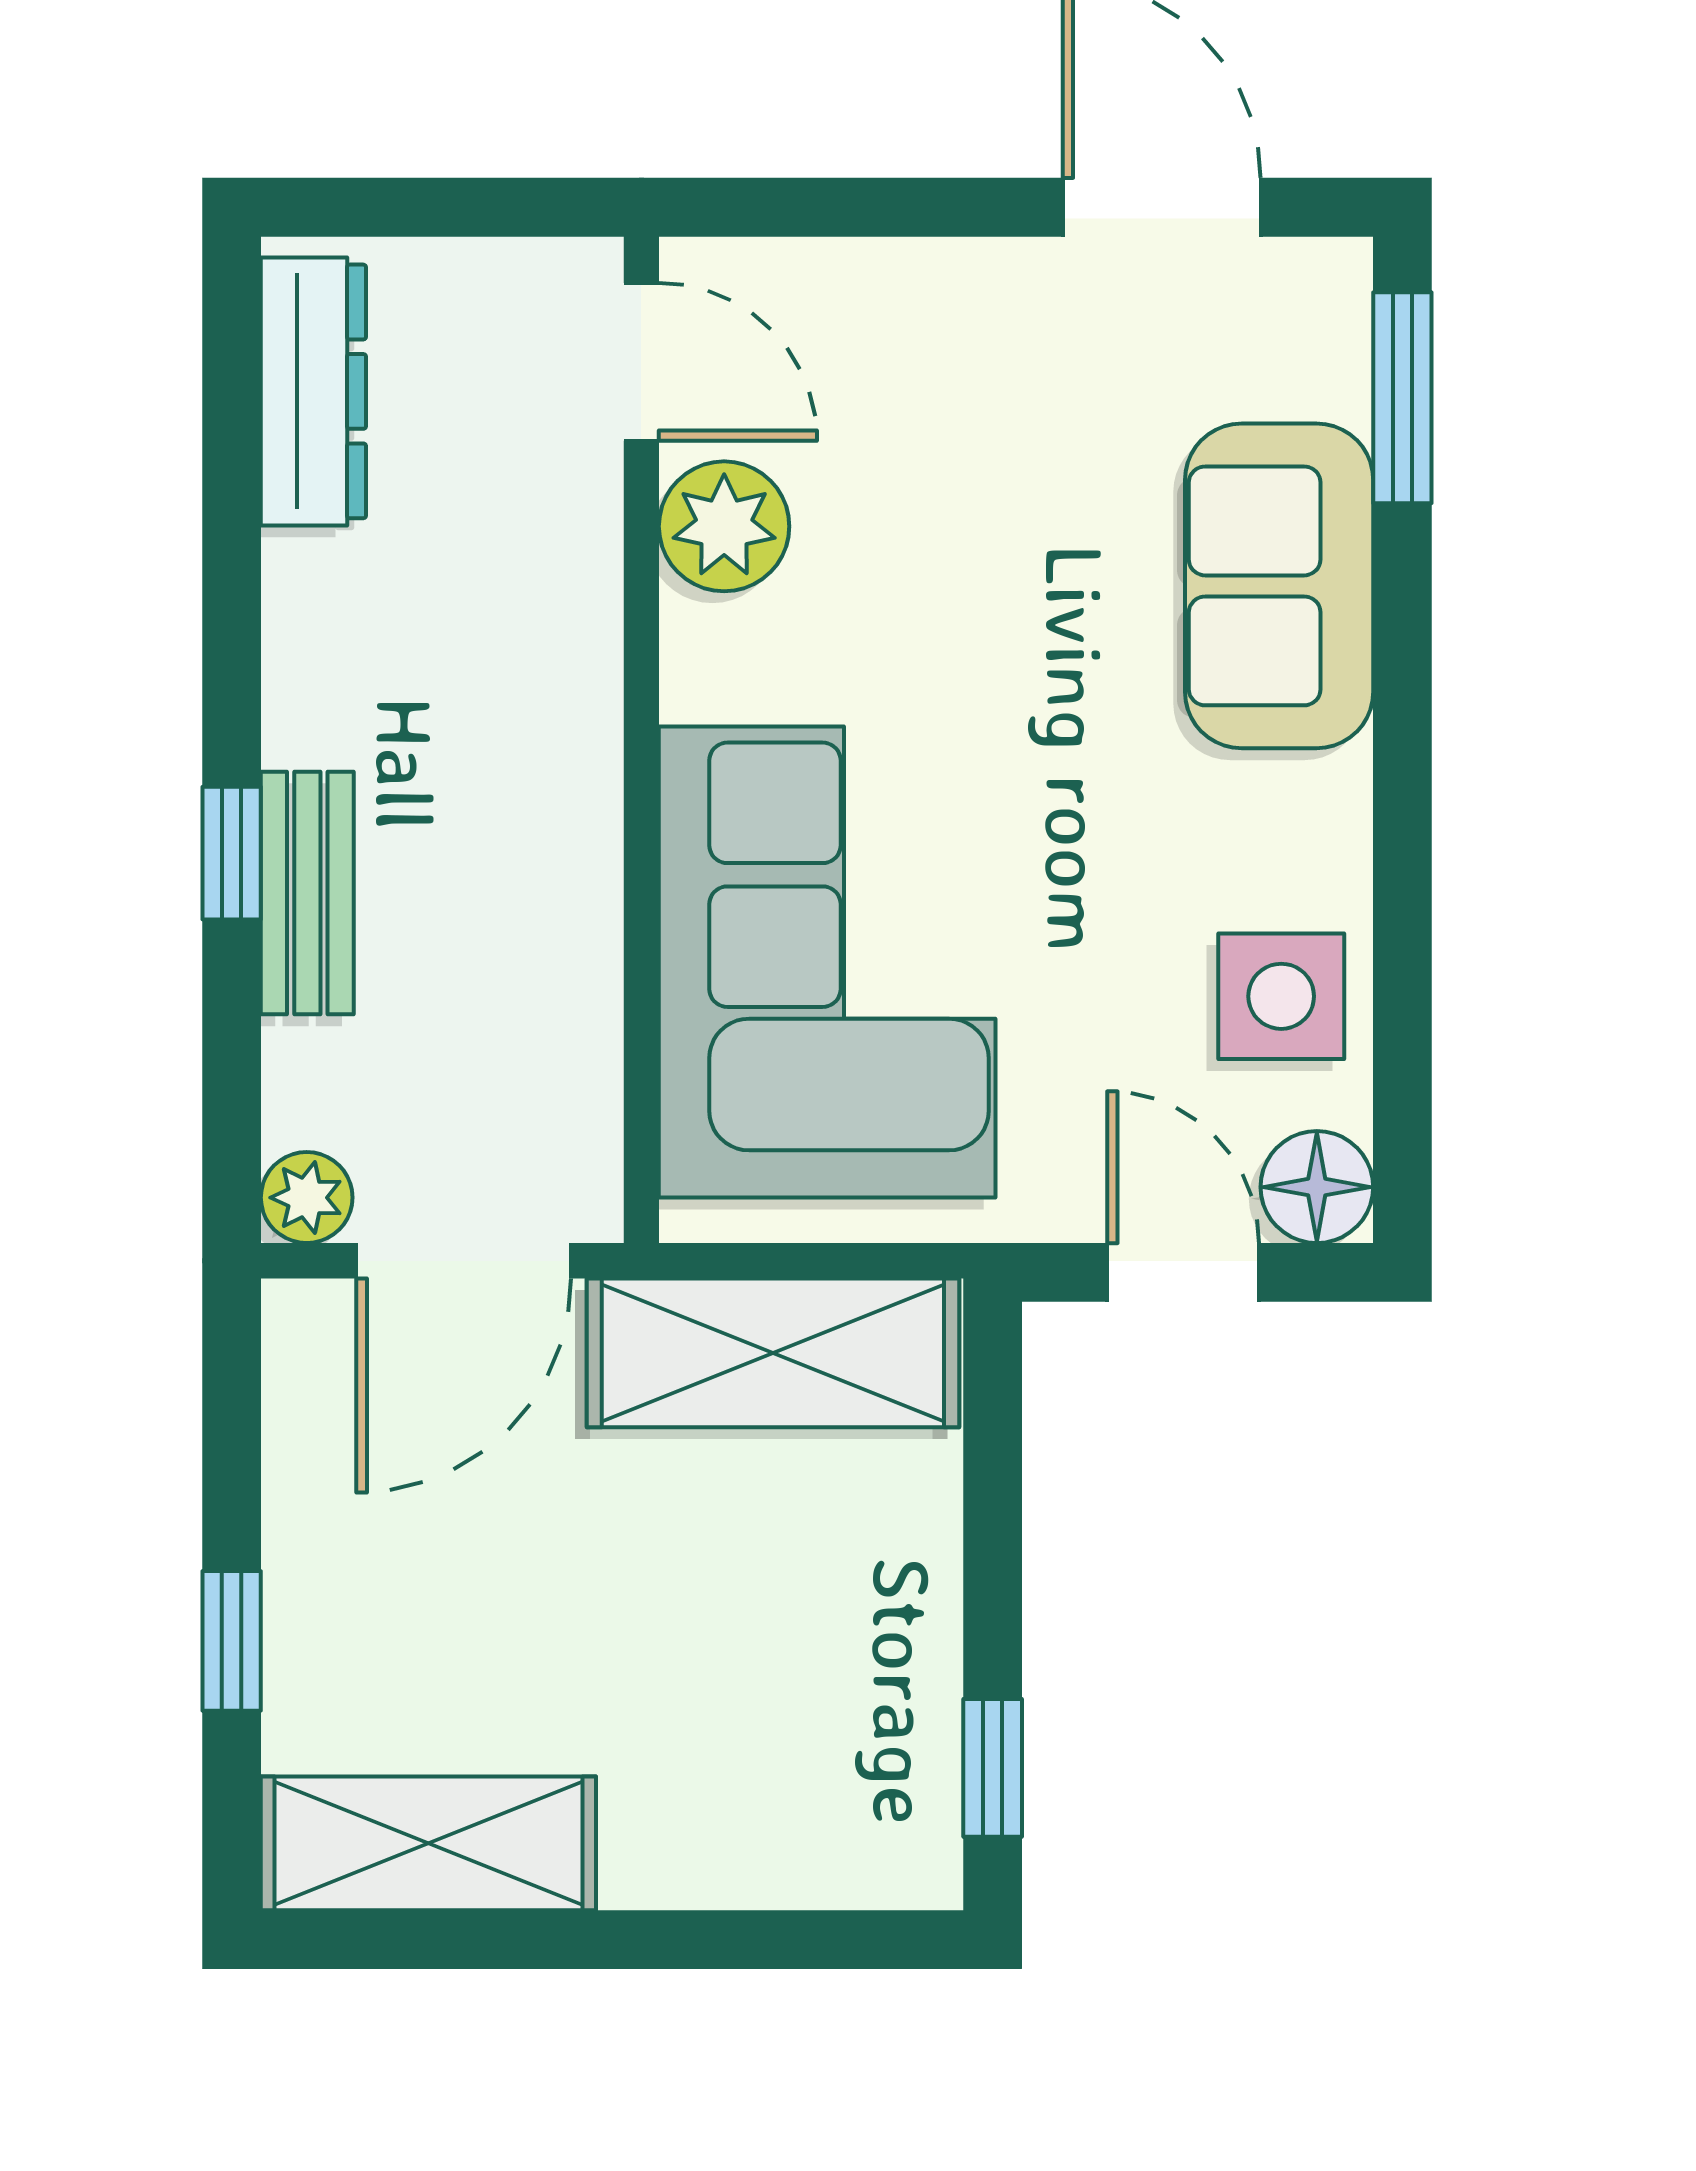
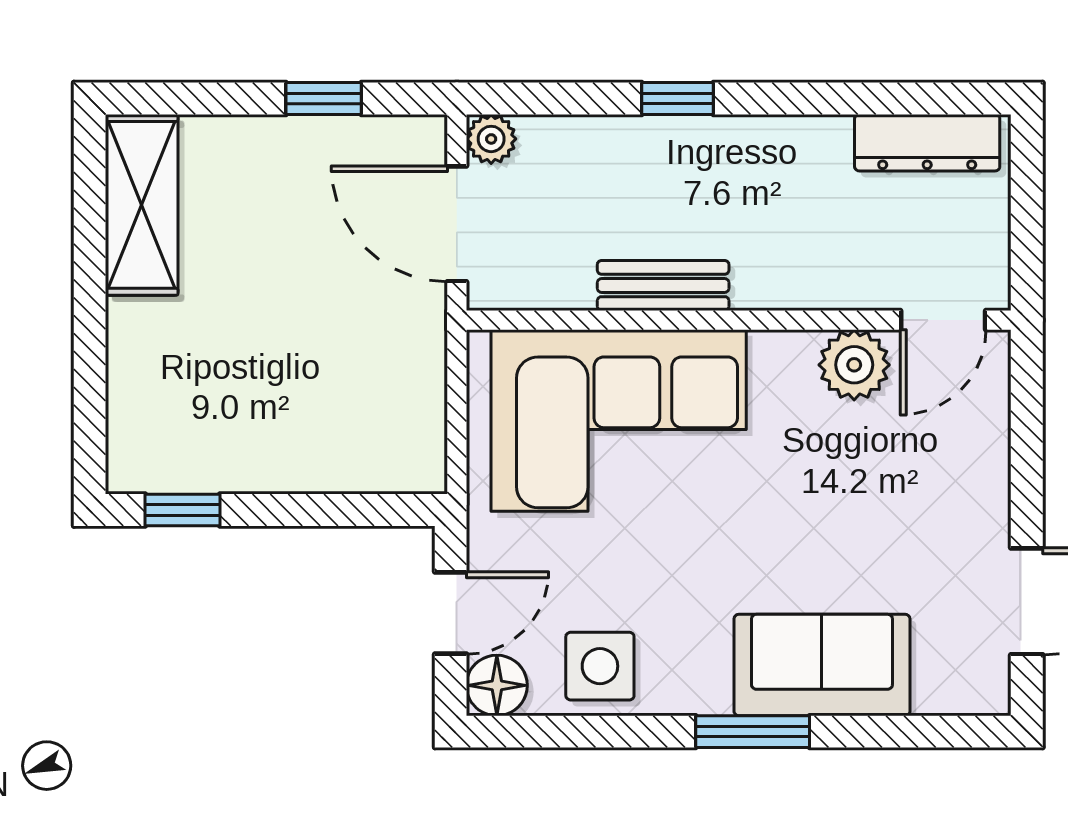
window: (1402, 398) -> (753, 732), moved
bench: (307, 893) -> (663, 285), moved
shelving: (773, 1353) -> (407, 391), removed
window: (232, 1641) -> (324, 98), moved

